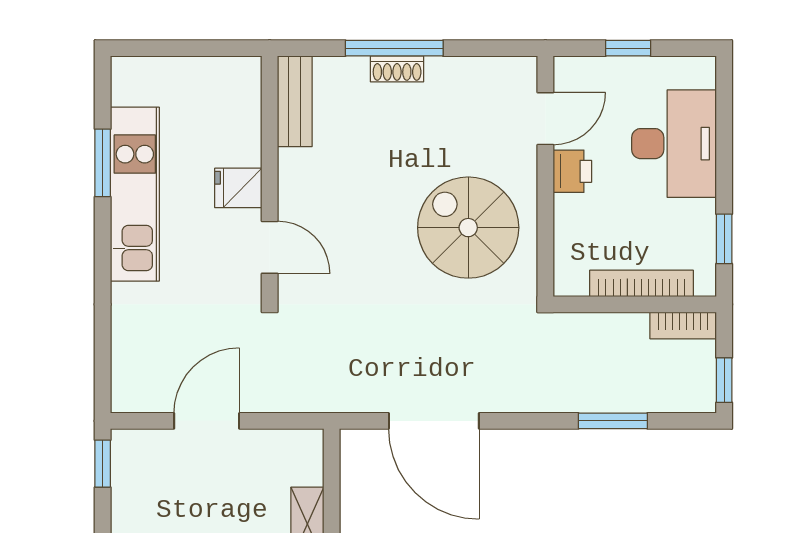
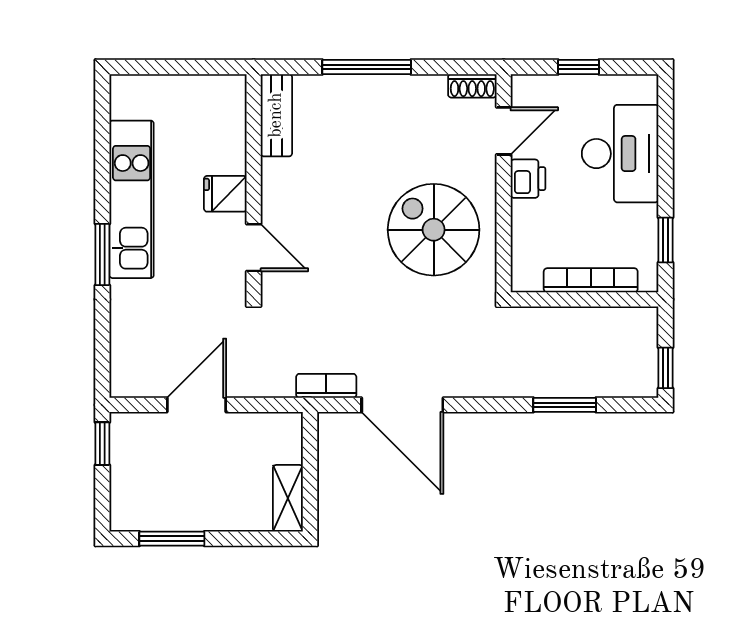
shoe rack: (397, 69) -> (472, 86), moved
window: (103, 163) -> (102, 255), moved
bookcase: (683, 325) -> (326, 386), moved, turned 180

